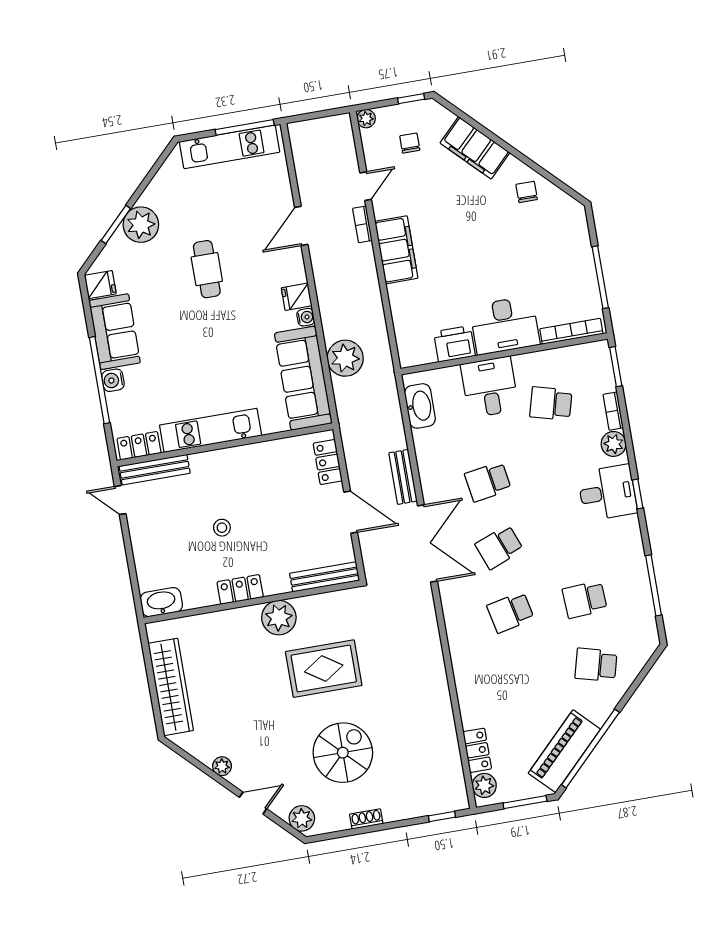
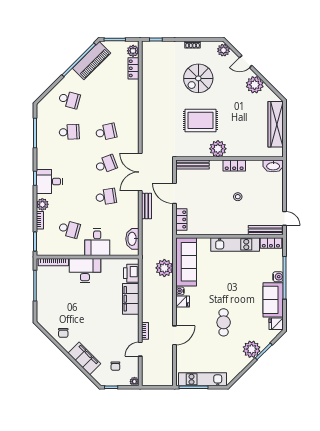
filing cabinet: (396, 250) -> (131, 299), moved
printer: (454, 344) -> (131, 273), moved, turned 90
plant: (222, 766) -> (255, 85), width x1.87, depth x1.87

